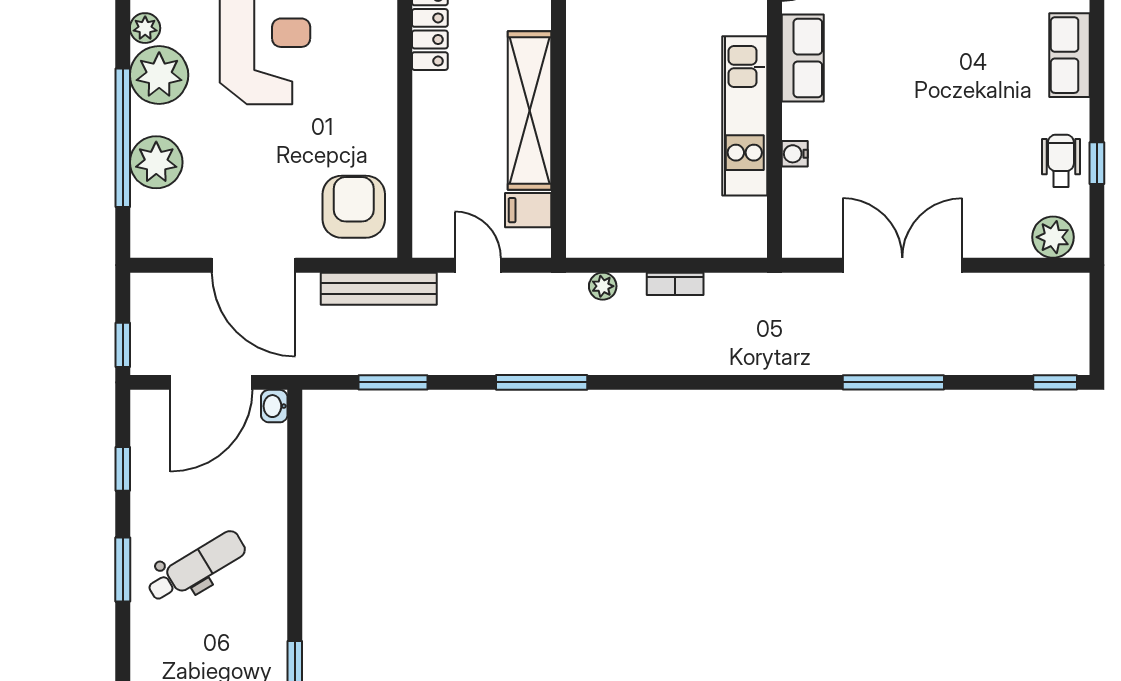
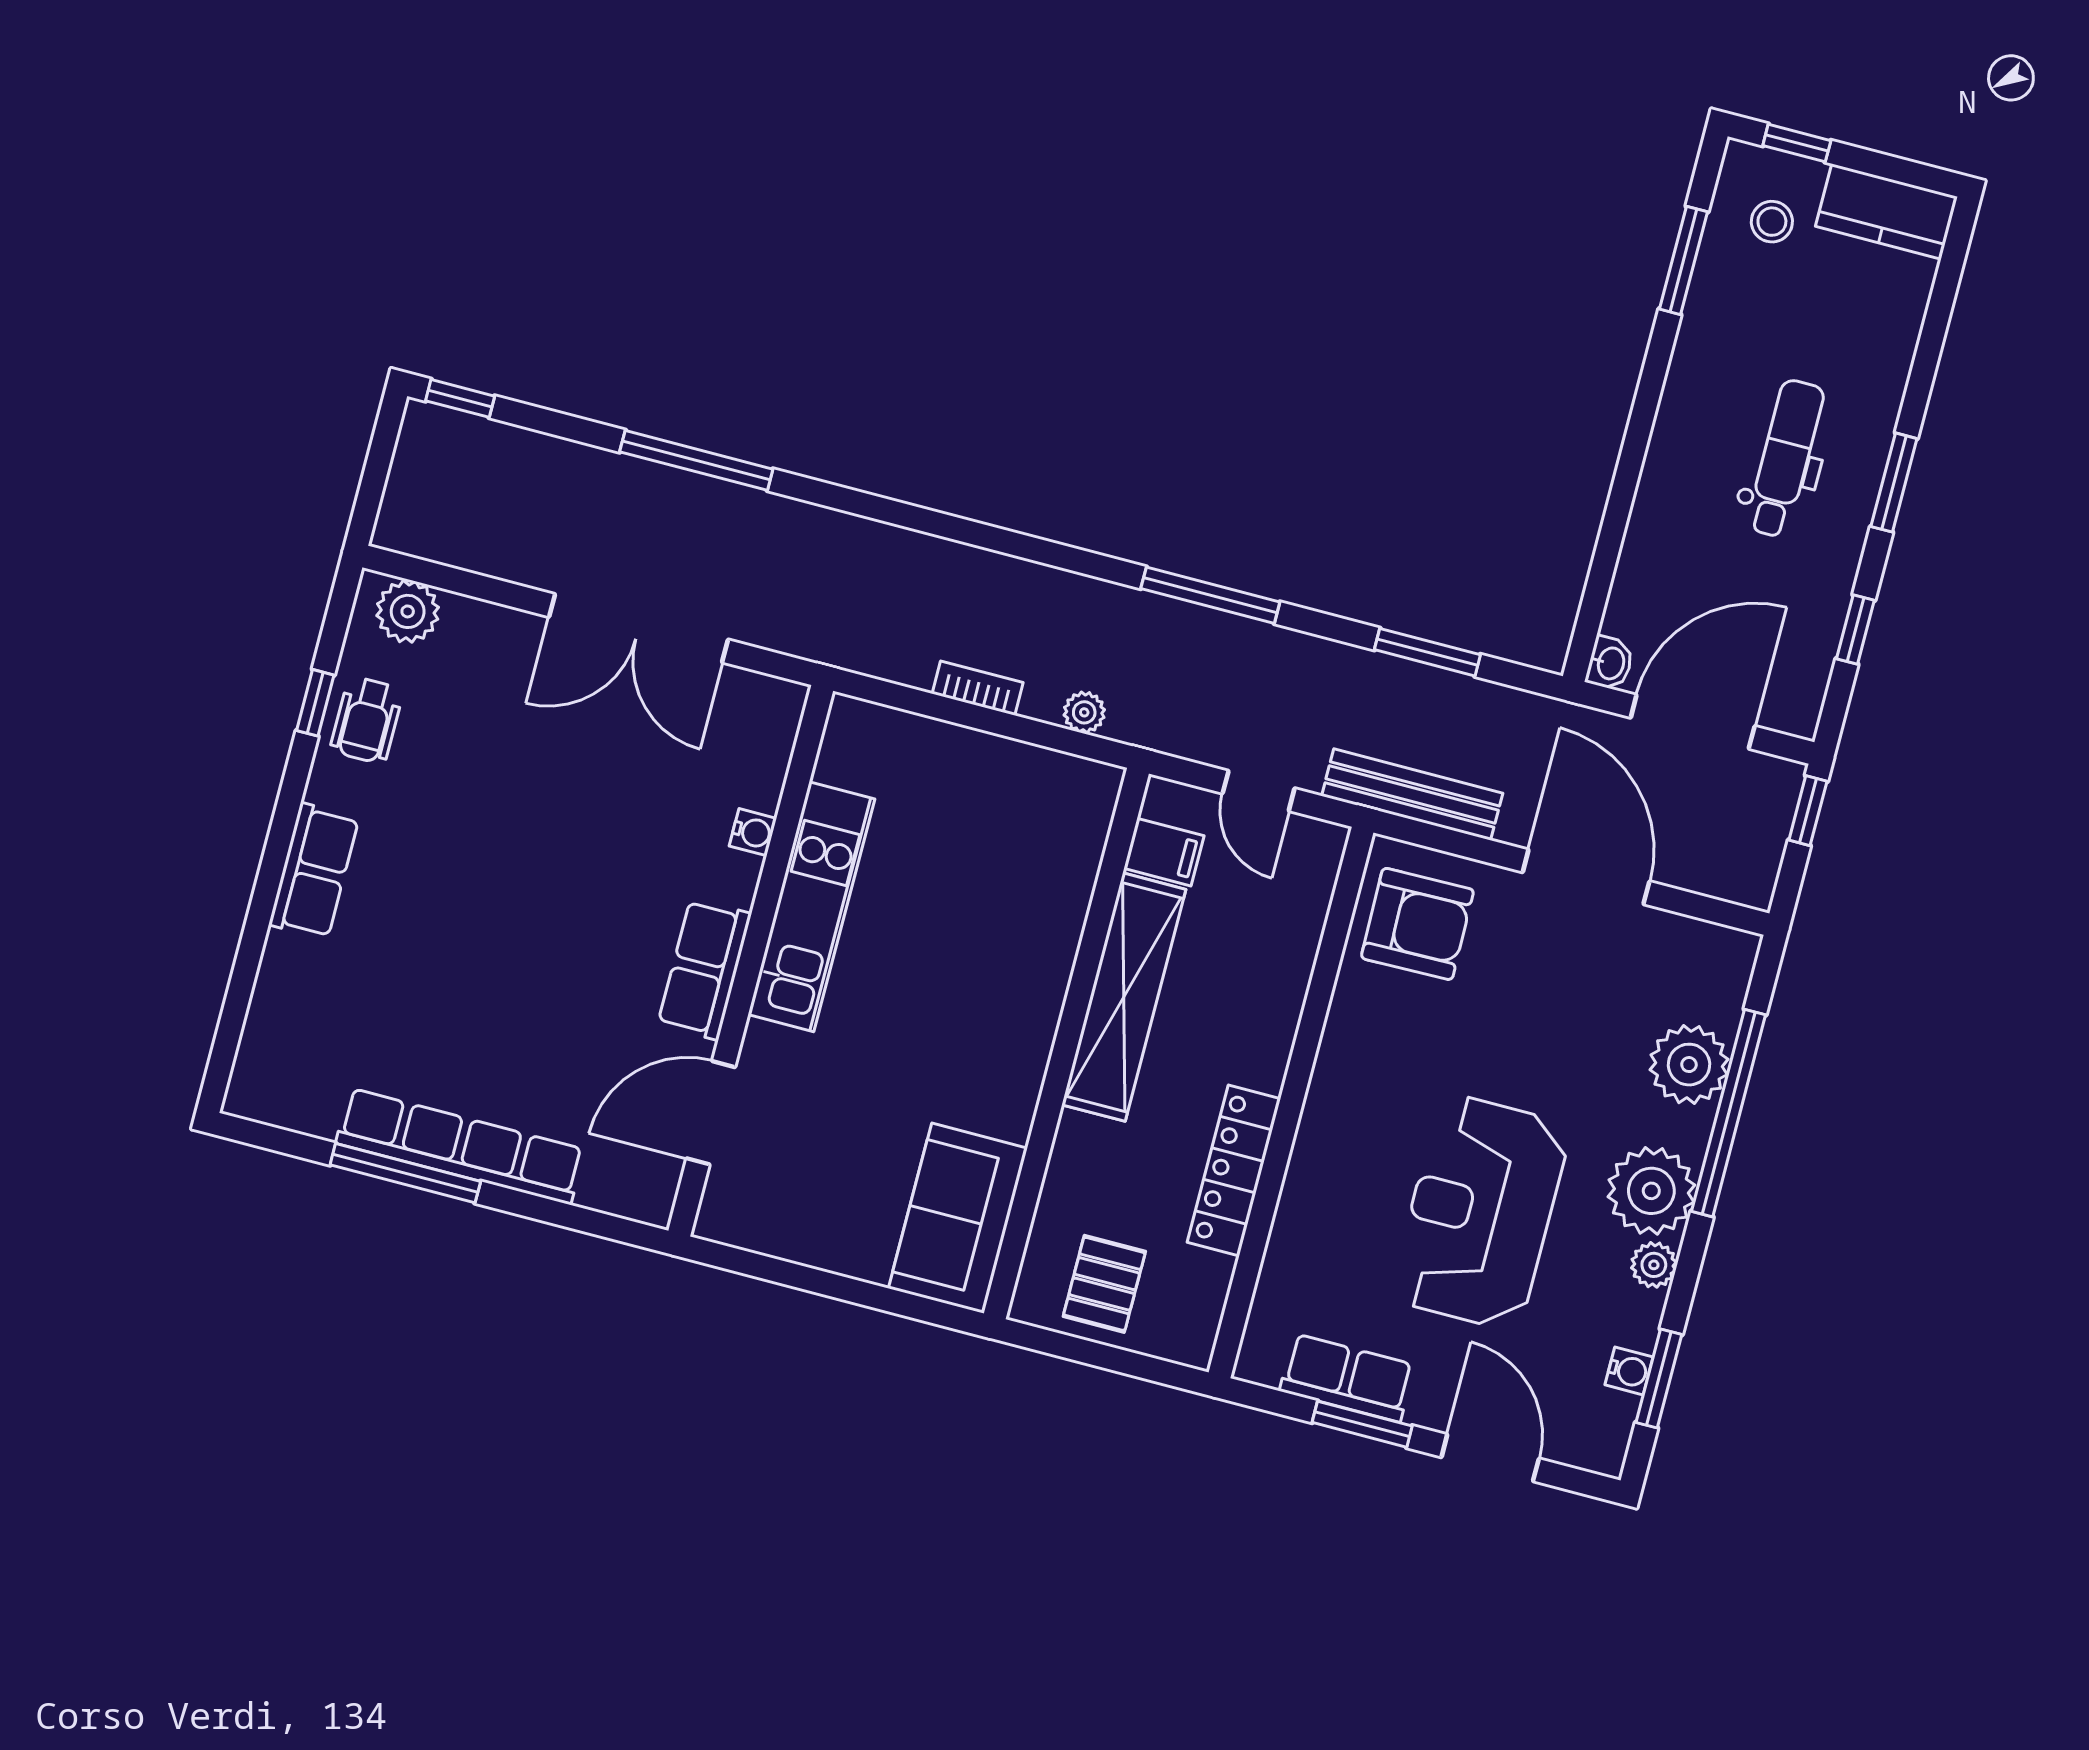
armchair: (354, 207) -> (1417, 924), turned -91
dental chair: (196, 567) -> (1785, 458), turned 121

